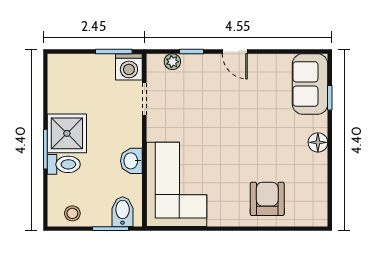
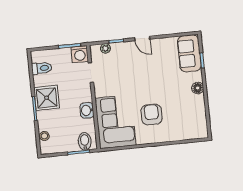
toilet: (64, 164) -> (42, 68), moved
armchair: (267, 199) -> (152, 115), moved
stool: (72, 213) -> (44, 136), moved

